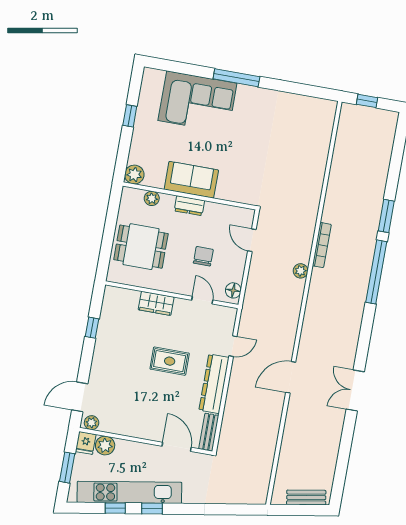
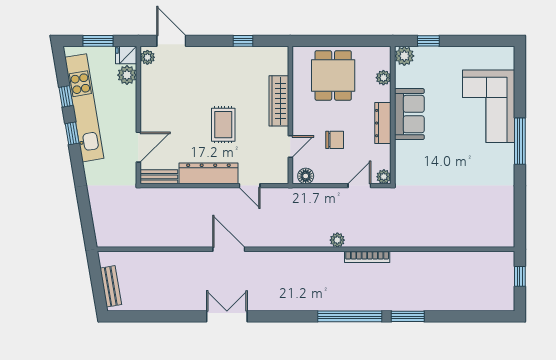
window: (130, 116) -> (428, 41), moved
dresser: (189, 206) -> (383, 123), width x1.44
plant: (247, 215) -> (384, 177), added
wardrobe: (156, 303) -> (279, 101), width x1.50

